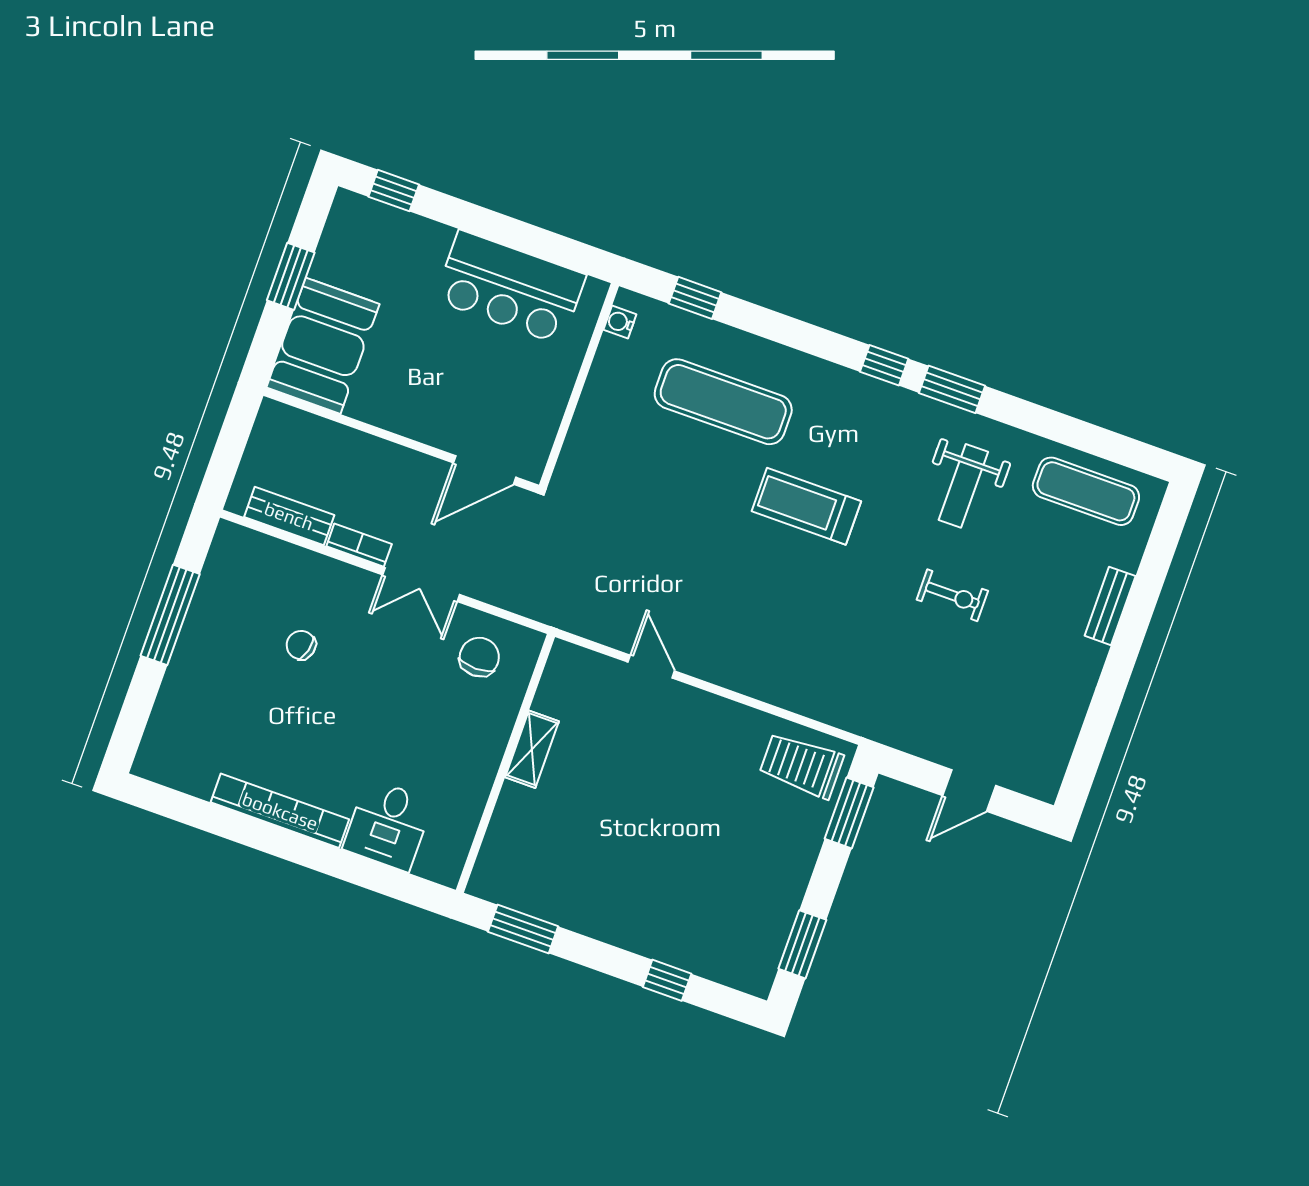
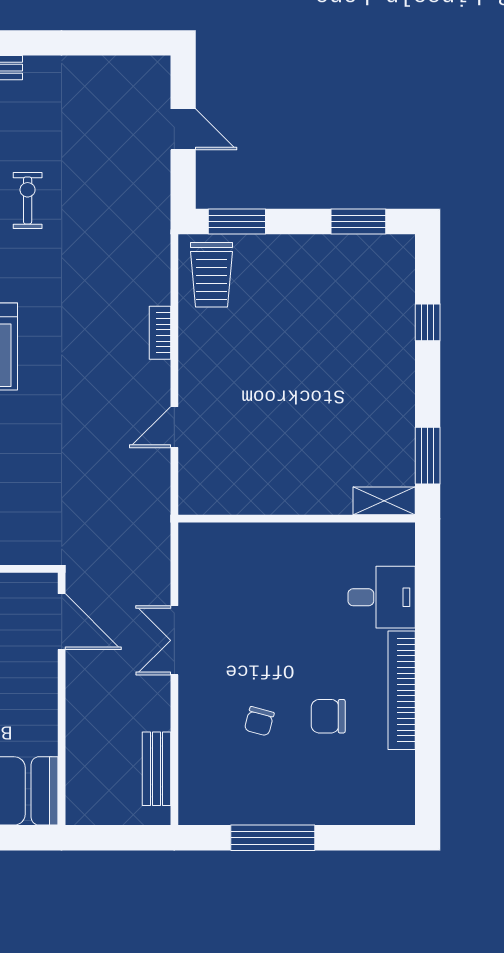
bookcase: (359, 545) -> (160, 333), moved
double door: (421, 585) -> (174, 640), swing flipped
chair: (479, 657) -> (328, 716), moved
shelving: (532, 749) -> (384, 501), moved

